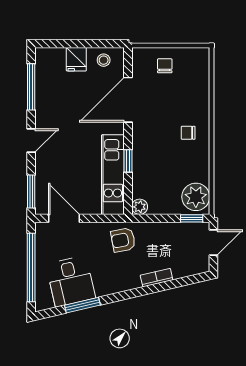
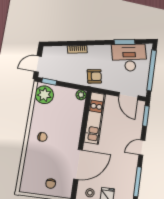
window: (128, 161) -> (84, 125), removed
desk: (71, 281) -> (129, 58), width x1.37

